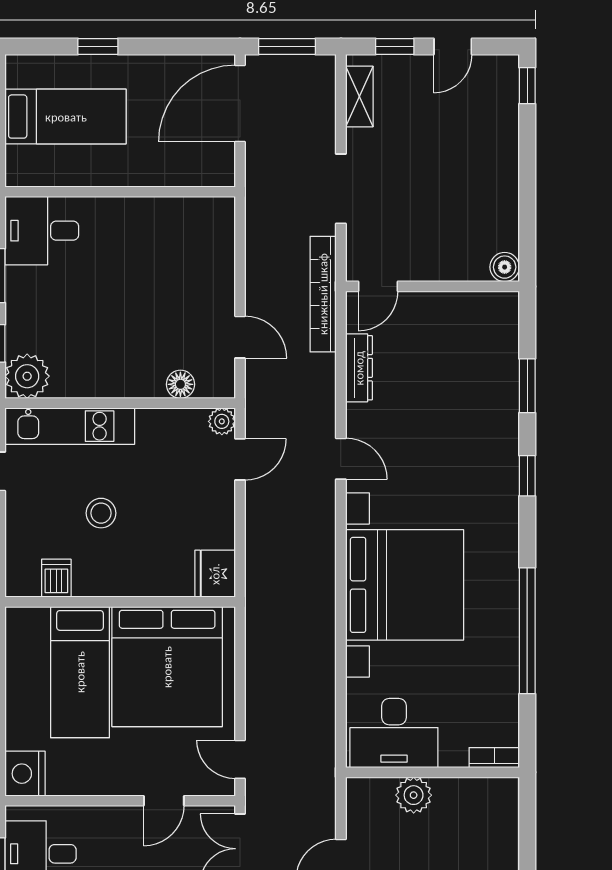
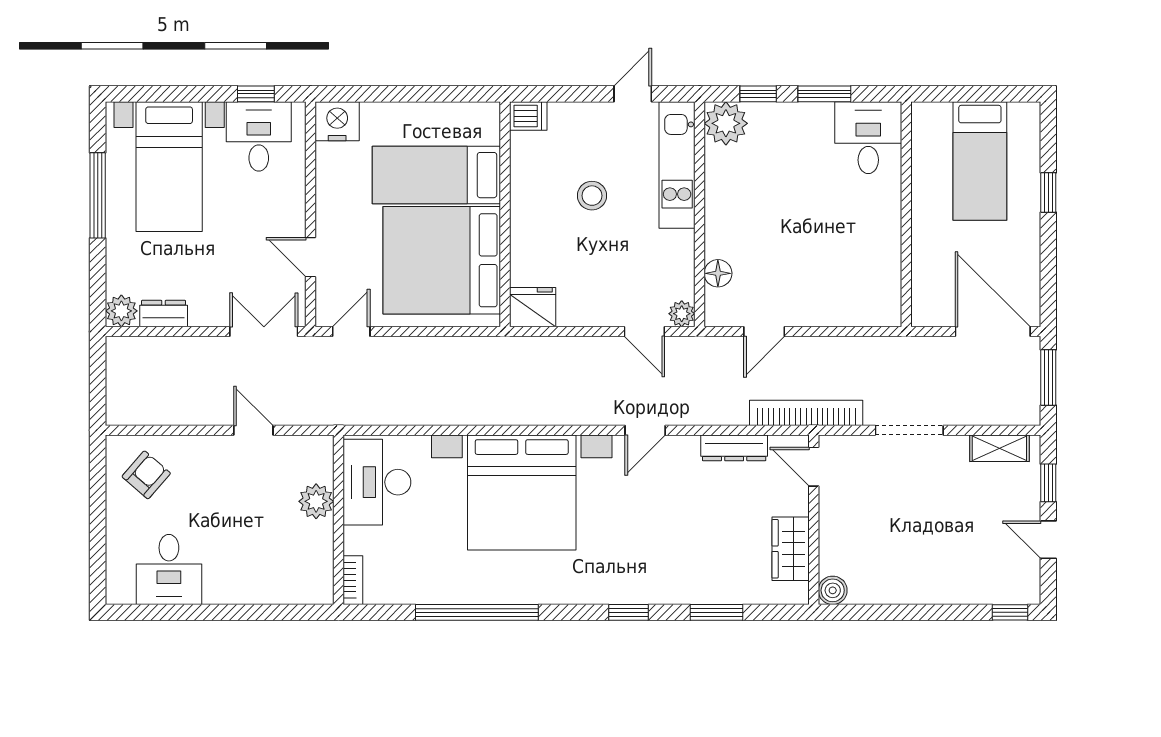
wardrobe: (462, 310) -> (791, 549), added
dishwasher: (56, 578) -> (528, 116), moved

